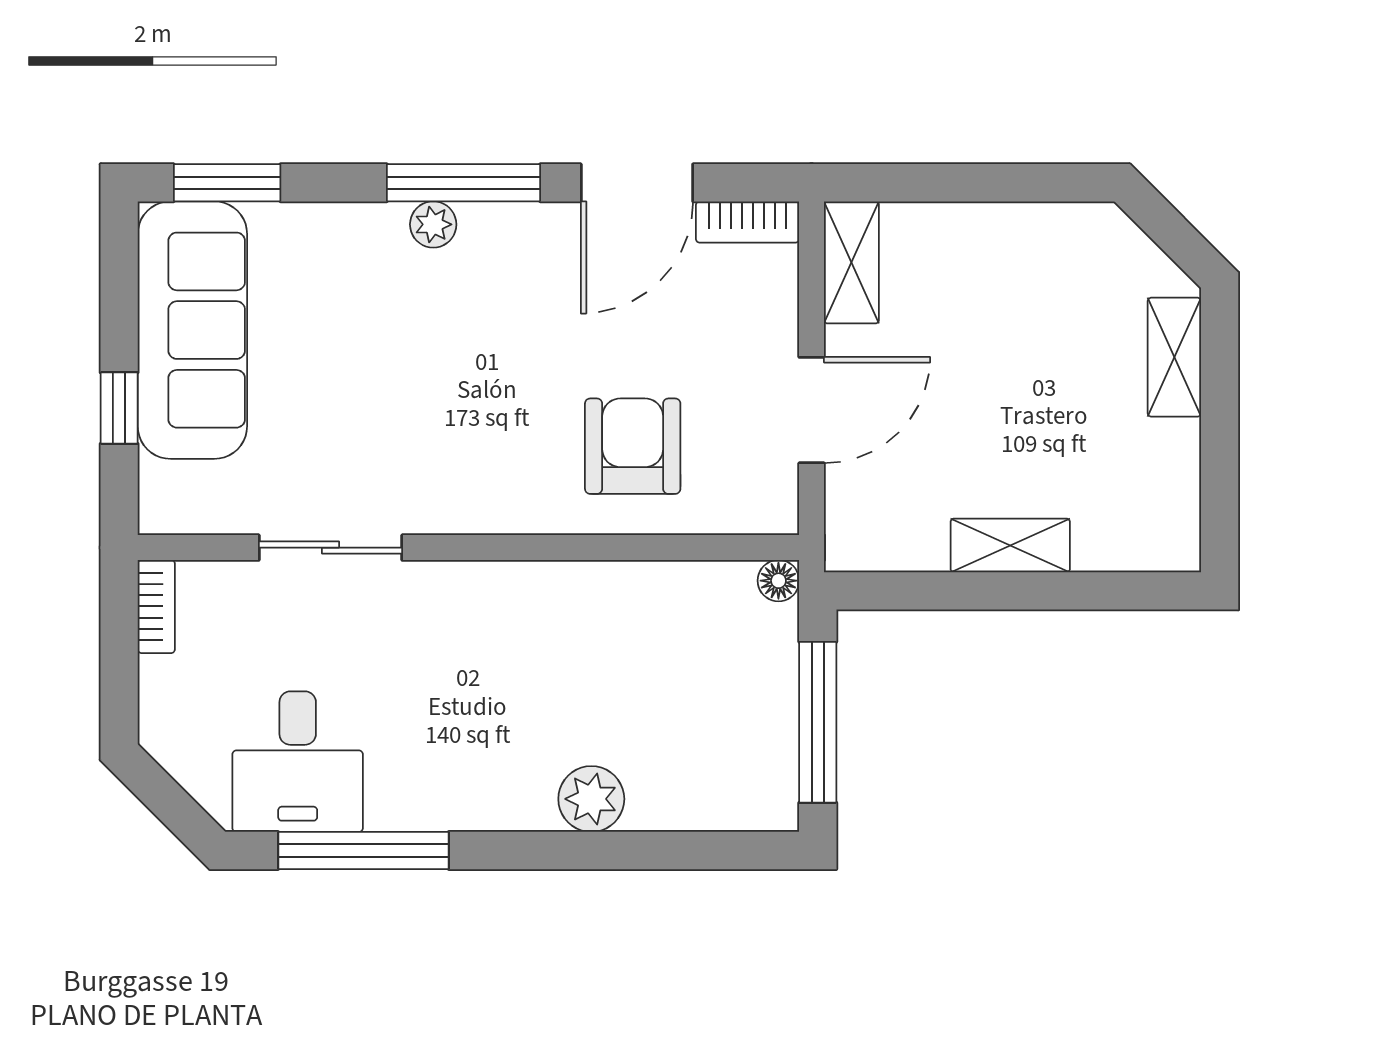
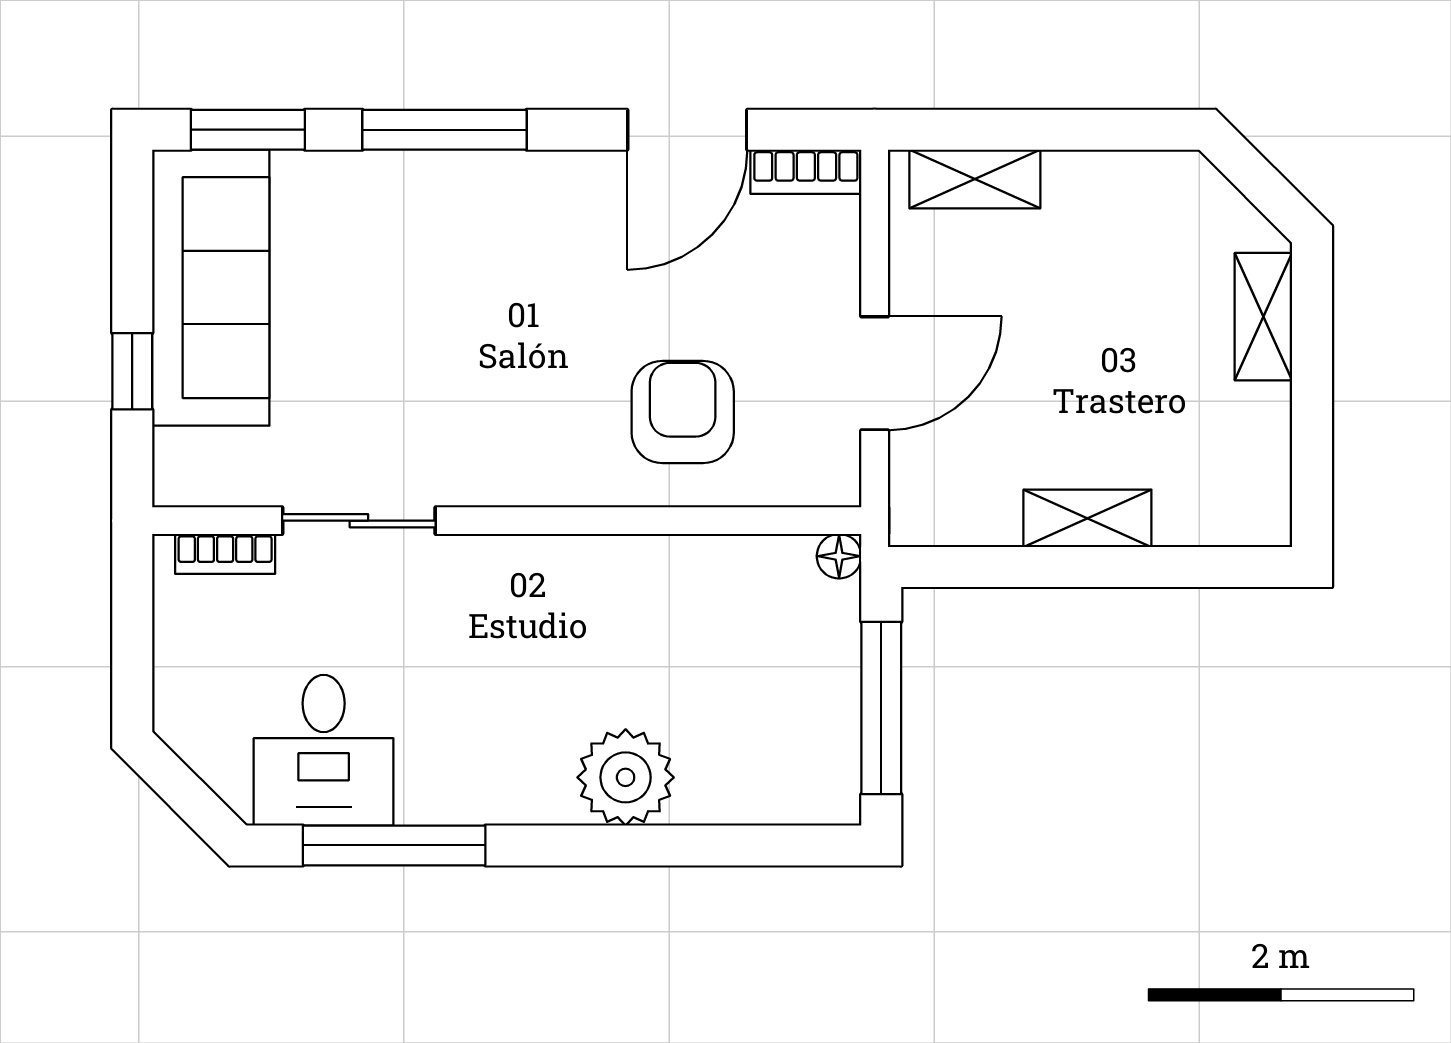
window: (464, 183) -> (445, 130), moved
plant: (433, 224) -> (469, 174), removed
shelving: (851, 262) -> (975, 179), moved, turned 90
bookcase: (156, 606) -> (225, 554), moved, turned 90
plant: (591, 799) -> (626, 777), width x1.36, depth x1.36

